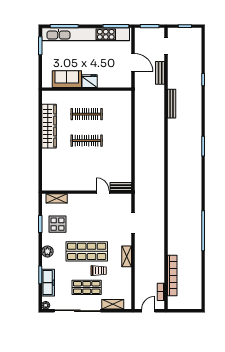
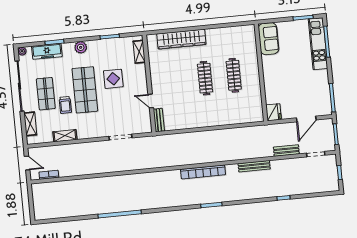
kitchen unit: (86, 34) -> (318, 44), width x0.54
door: (133, 62) -> (306, 119), moved
sofa: (67, 79) -> (268, 39), moved
fridge: (90, 81) -> (274, 112), moved
wardrobe: (49, 126) -> (181, 39), moved
door: (103, 192) -> (151, 101), swing flipped
display table: (58, 224) -> (113, 79), moved
shelving: (127, 256) -> (65, 136), moved
bookcase: (172, 275) -> (203, 172), moved

